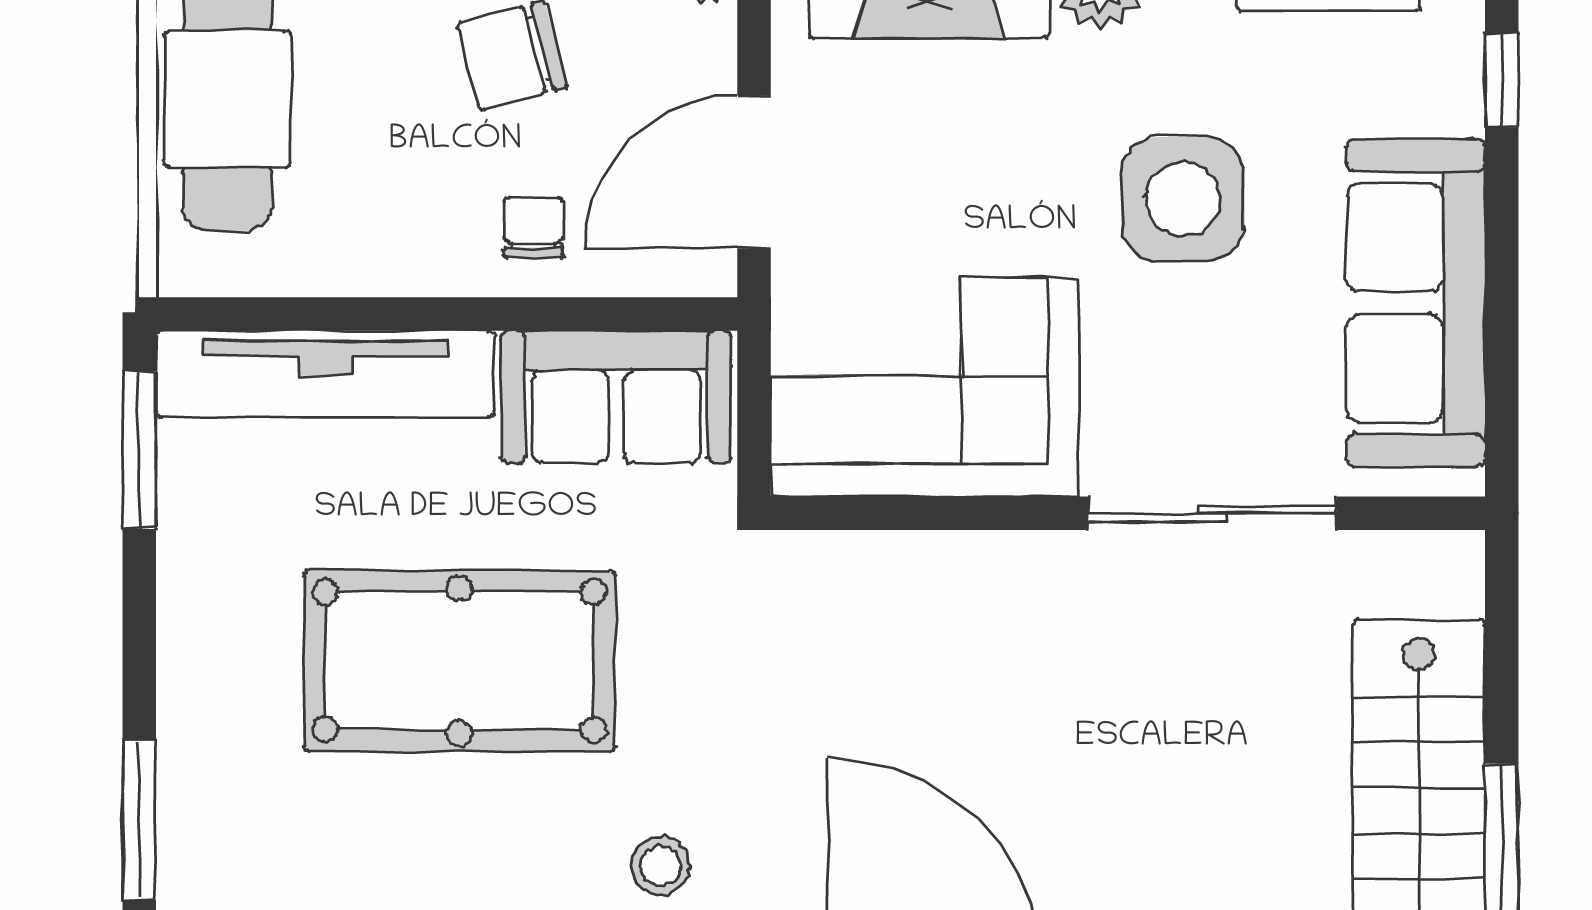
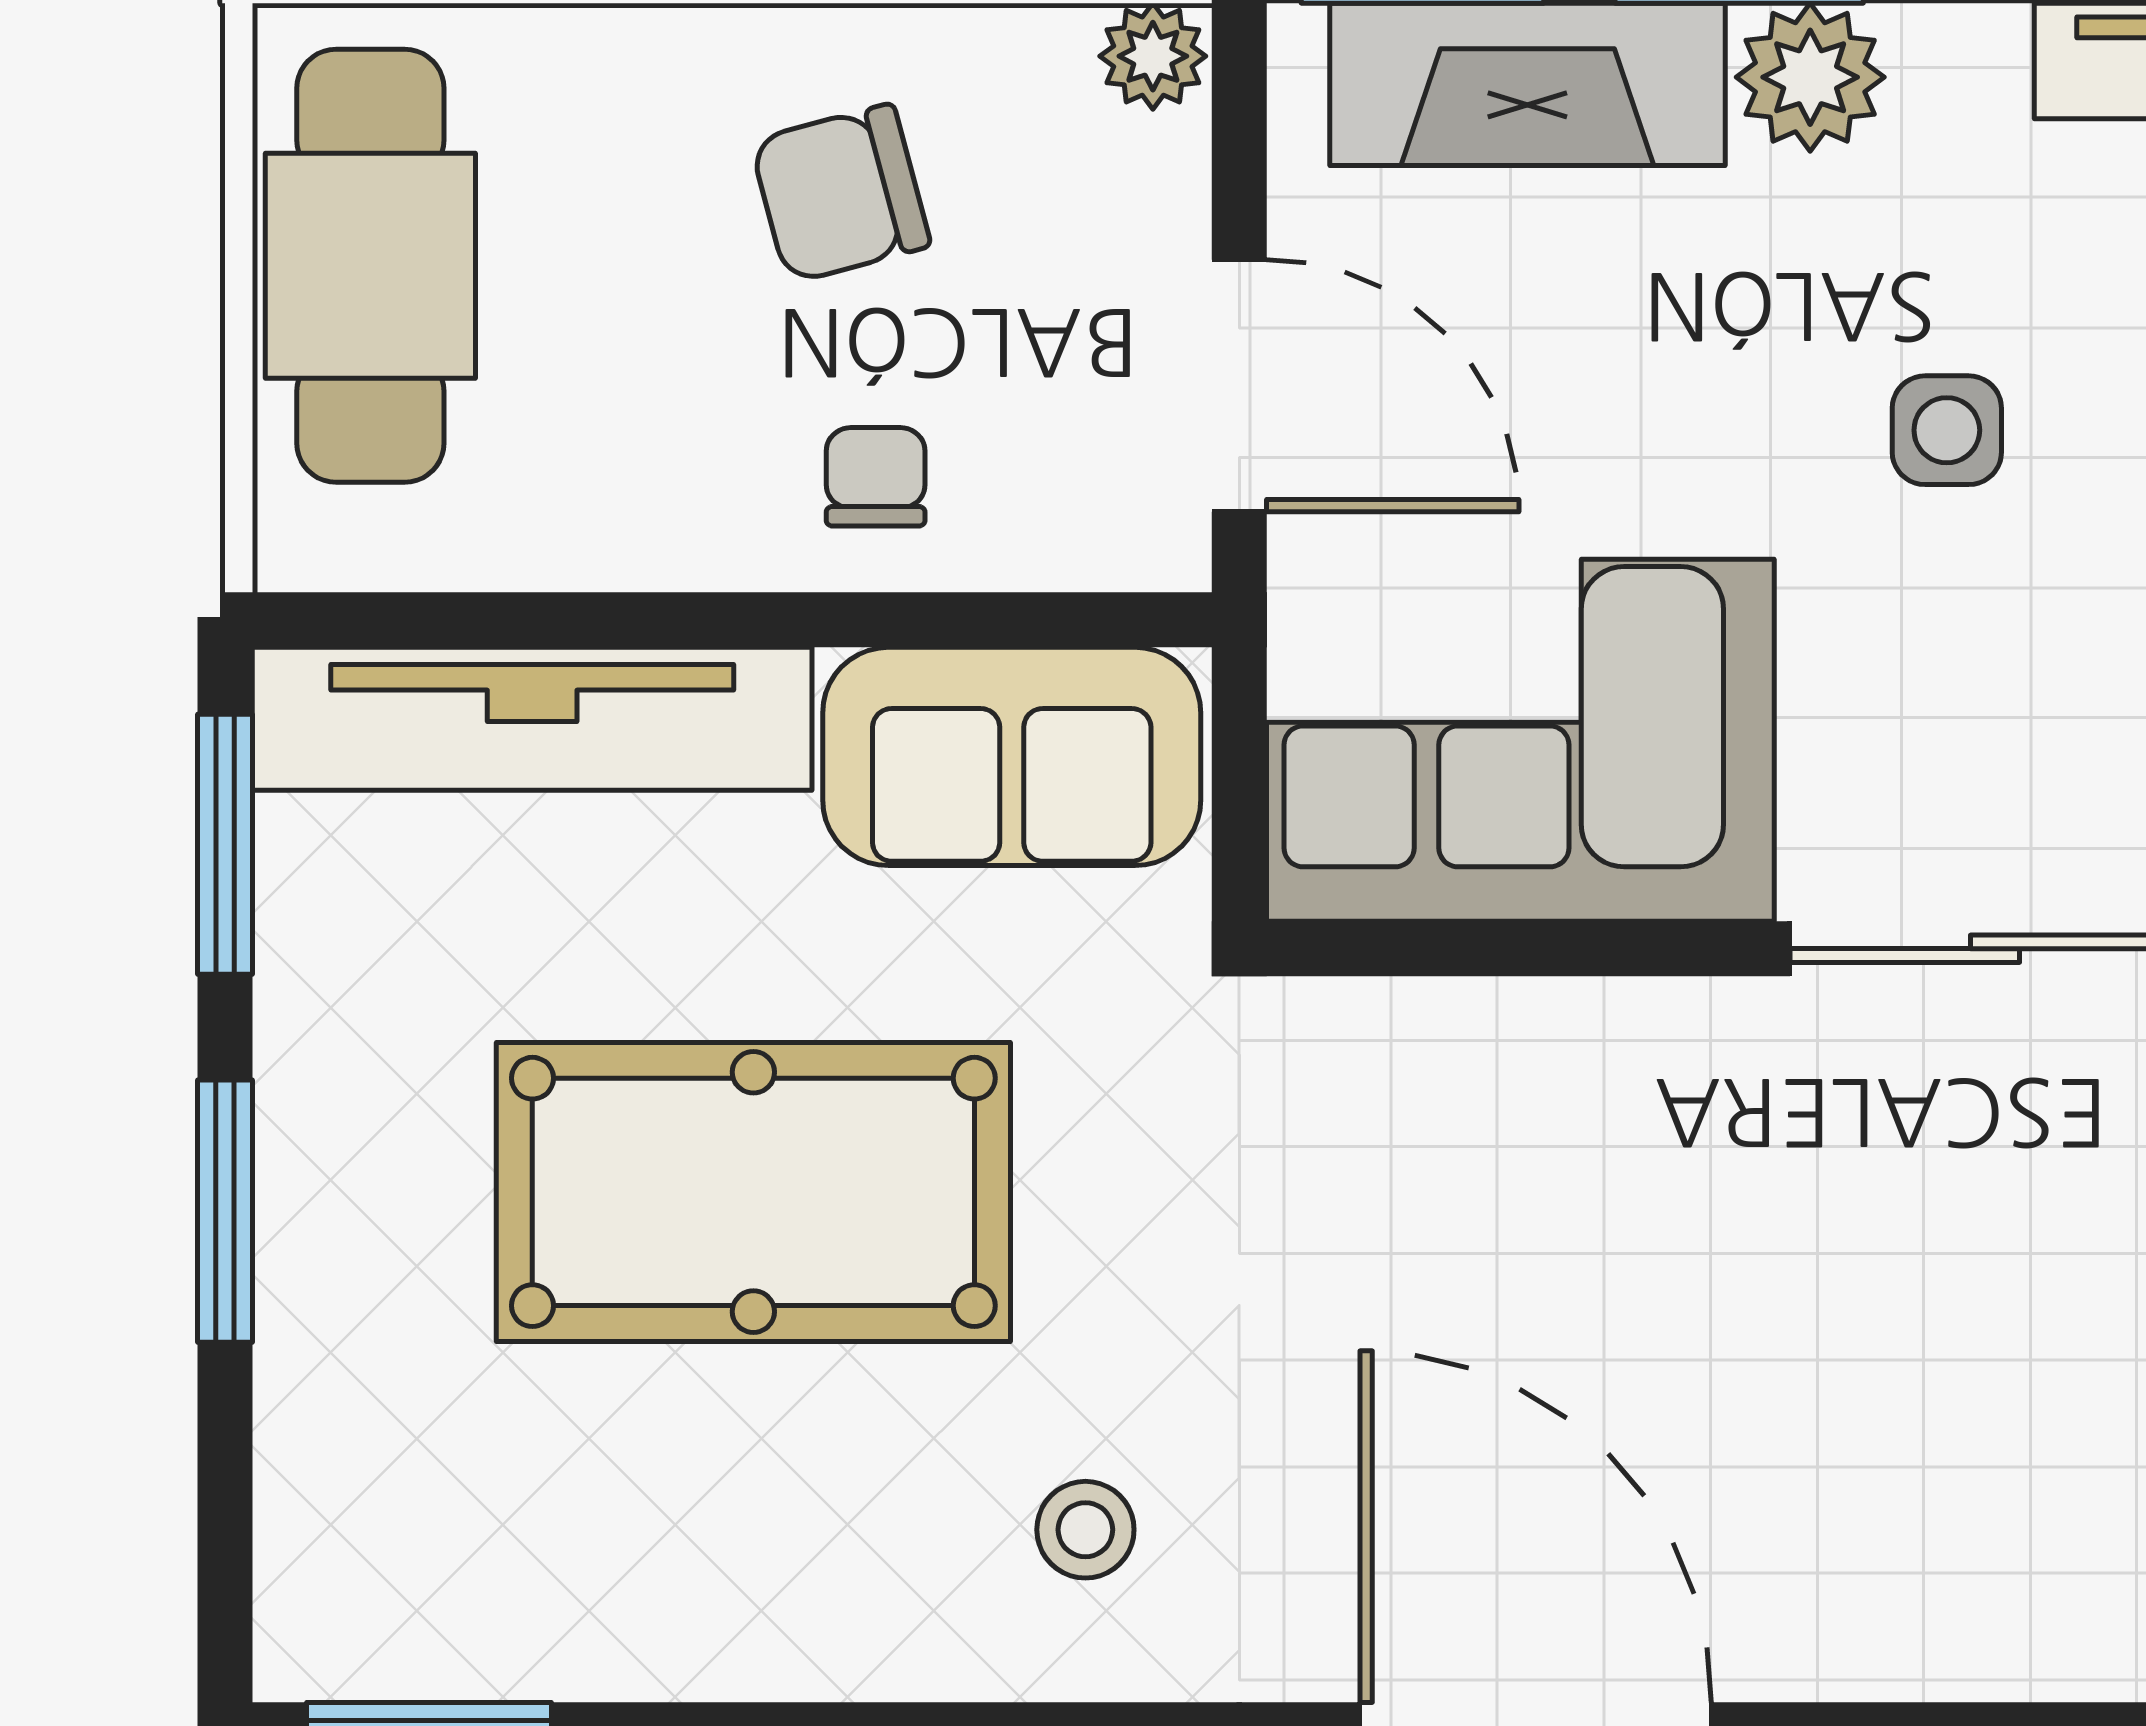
door: (754, 172) -> (1239, 386), swing flipped
side table: (1183, 199) -> (1947, 430), width x0.54, depth x0.54
window: (139, 820) -> (225, 1211), moved

